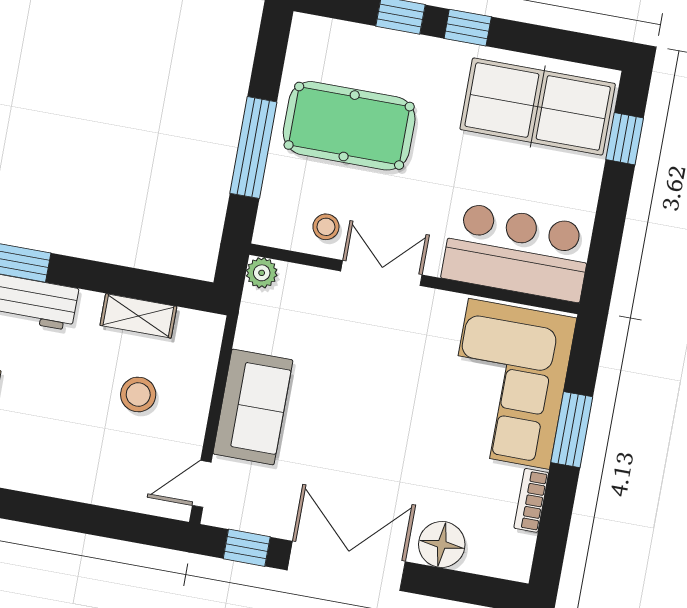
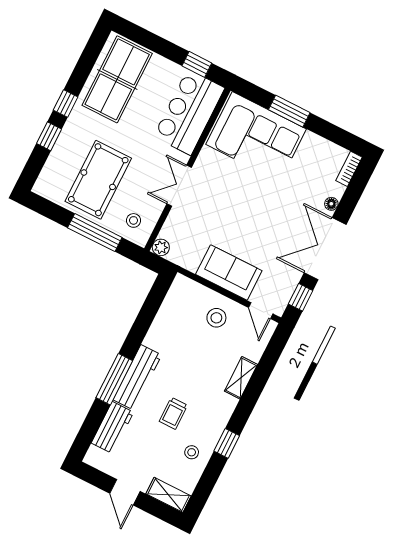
window: (625, 139) -> (197, 64), moved
stool: (326, 227) -> (134, 220), moved
shelving: (138, 316) -> (241, 378), moved
stool: (138, 394) -> (216, 318), moved
bookcase: (531, 500) -> (349, 169), moved, turned 90
floor lamp: (442, 544) -> (331, 204), width x0.53, depth x0.53

